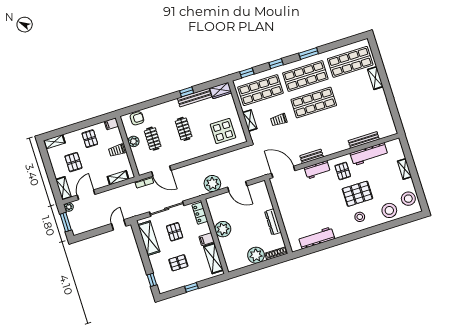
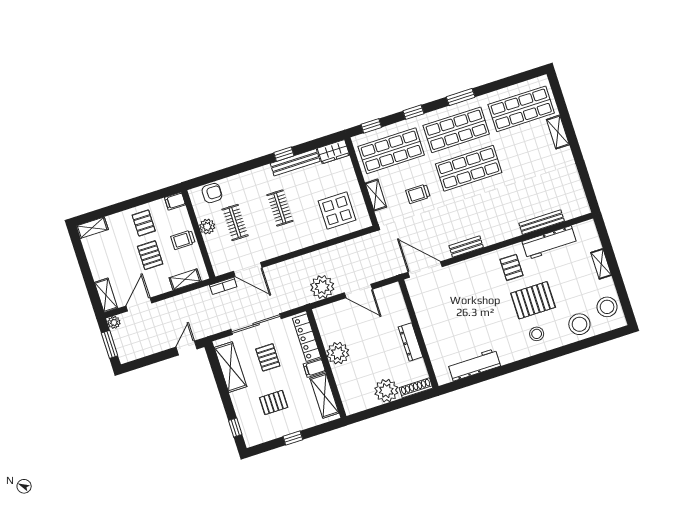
pallet: (73, 162) -> (150, 255), moved
workbench: (317, 170) -> (475, 266), removed
locker: (200, 213) -> (307, 338), width x1.53

